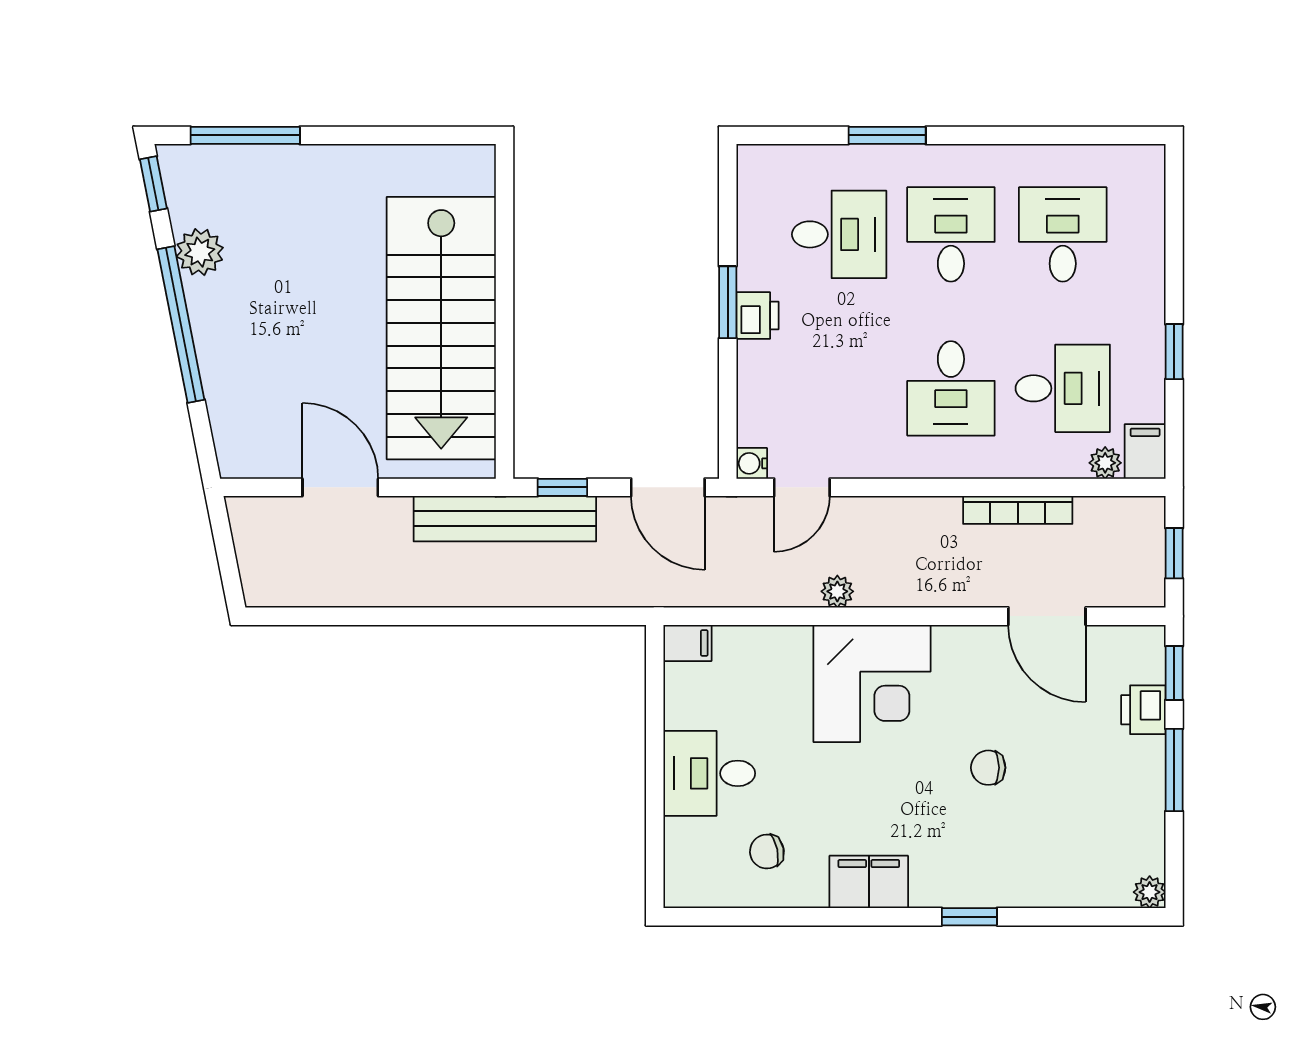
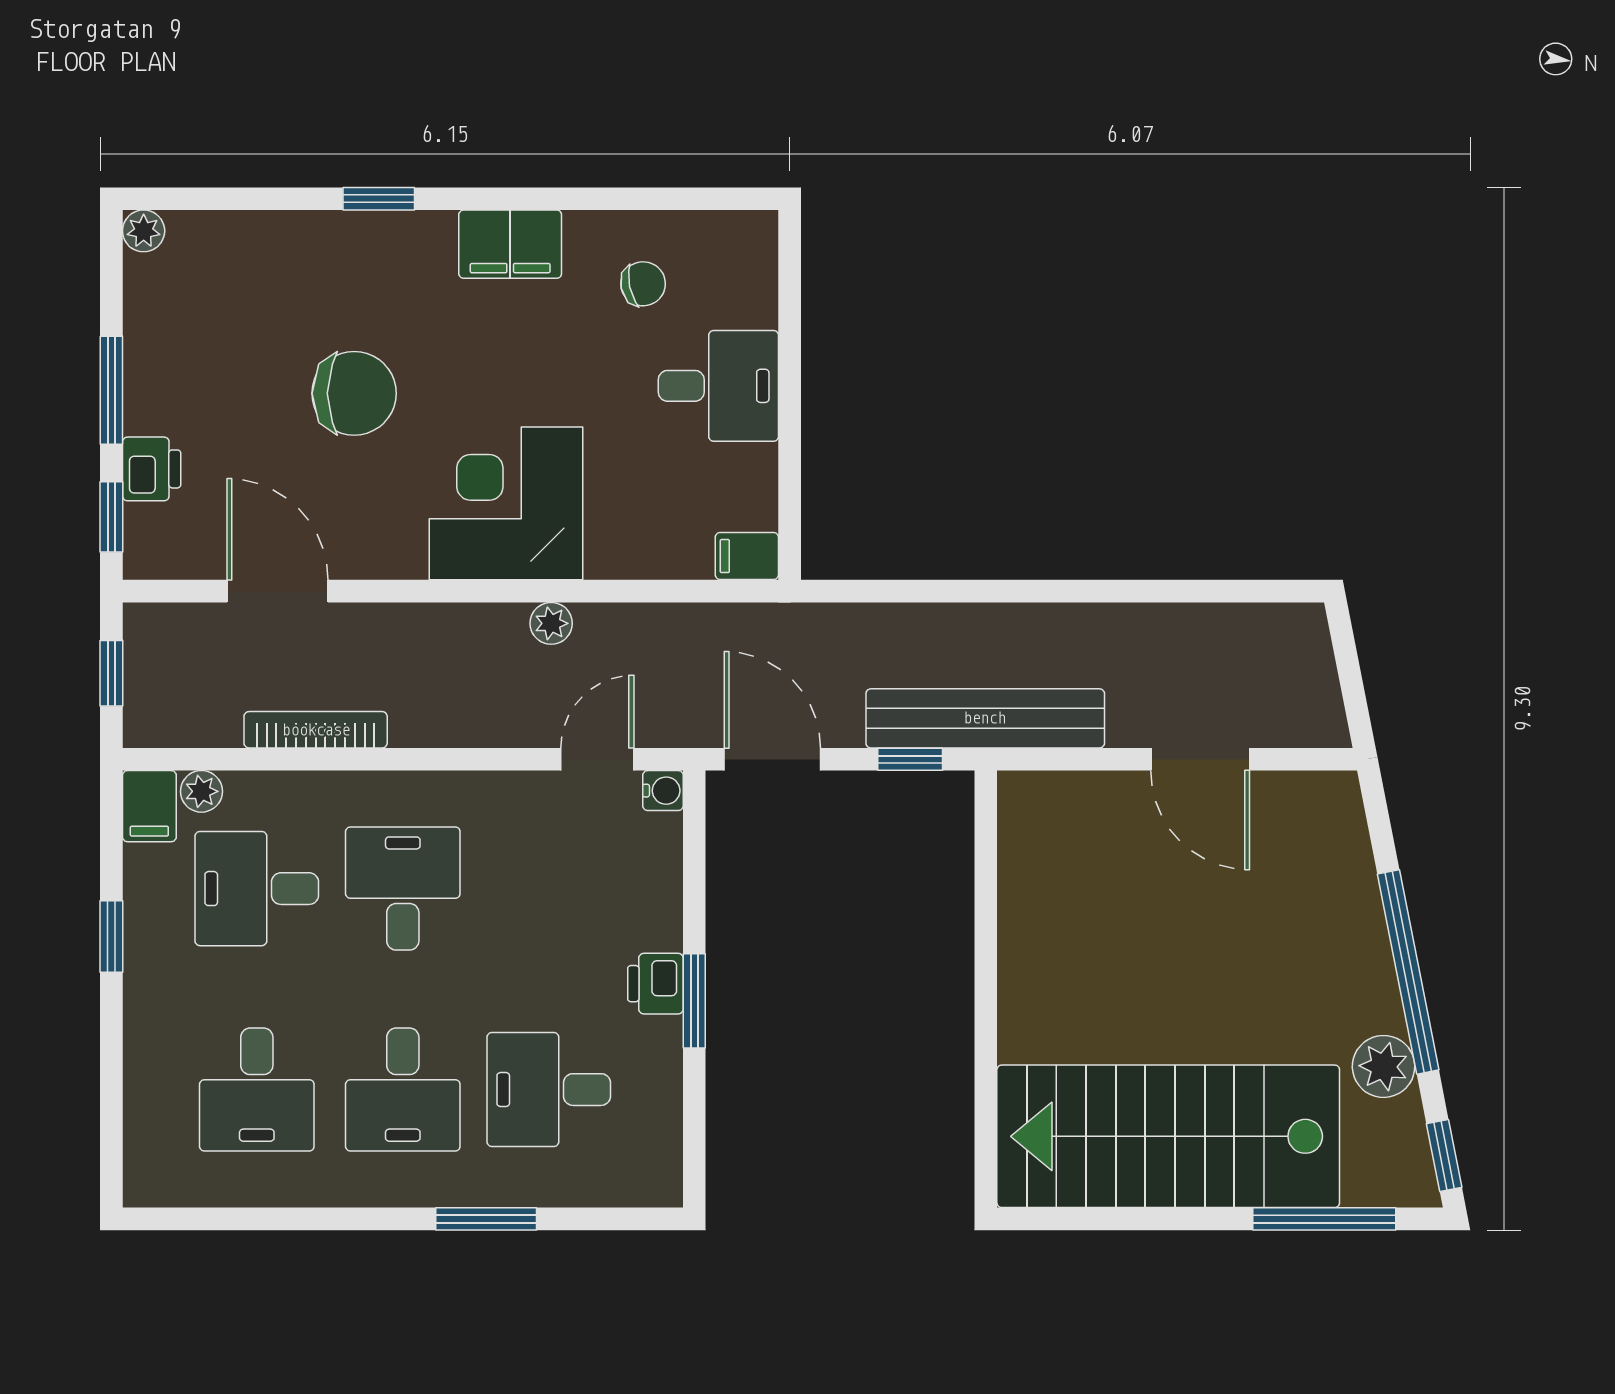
stairs: (441, 328) -> (1168, 1136), moved, turned -90
chair: (988, 768) -> (354, 393), width x1.87, depth x1.87

